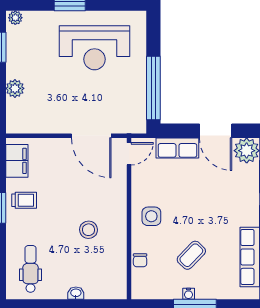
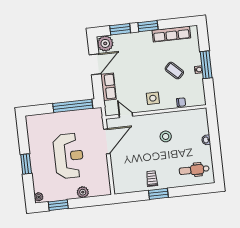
reception desk: (95, 48) -> (69, 156), moved
door: (129, 154) -> (126, 115), moved
filing cabinet: (17, 161) -> (128, 186), removed

